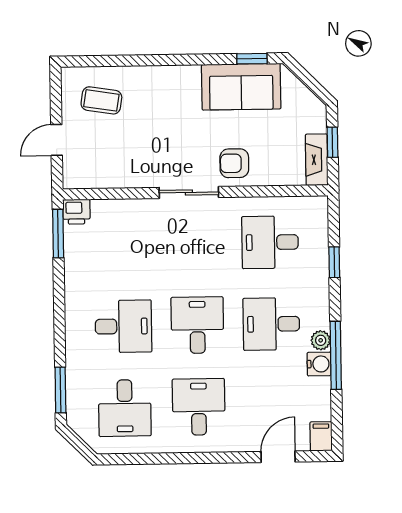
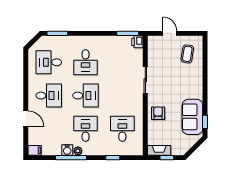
sliding door: (189, 192) -> (145, 80), moved
door: (278, 457) -> (26, 119), moved

